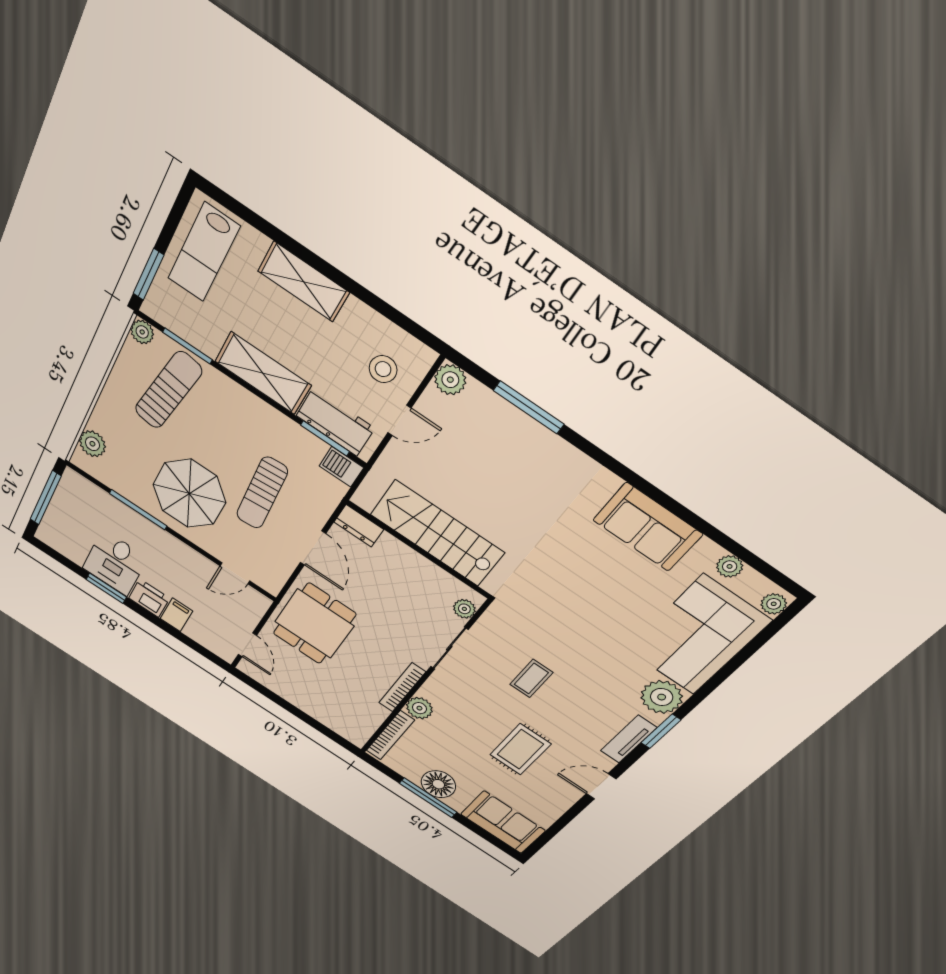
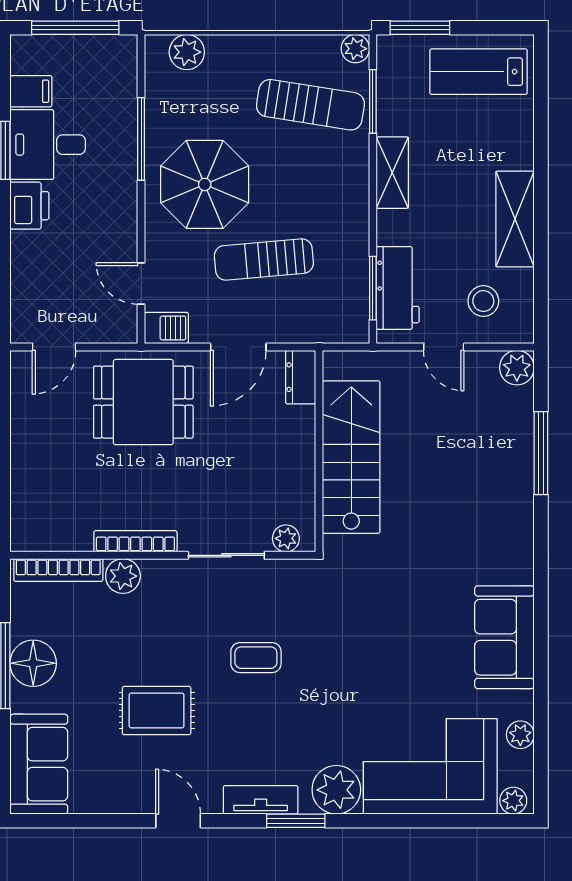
shelving: (304, 282) -> (515, 219), moved
shelving: (263, 373) -> (392, 173), width x0.67, depth x0.75
barbecue: (341, 467) -> (166, 328), moved, turned 90
filing cabinet: (176, 615) -> (31, 91), moved

